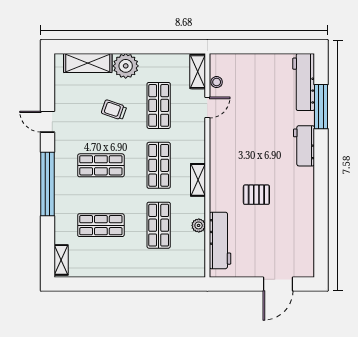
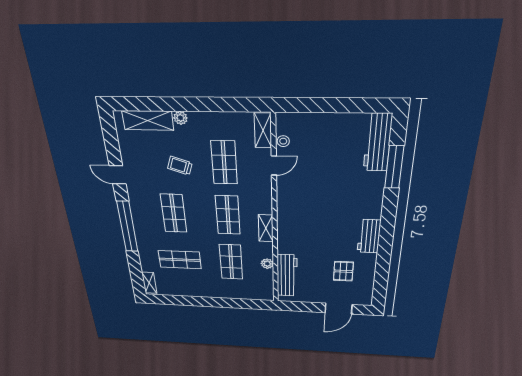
plant: (126, 66) -> (180, 118), width x0.53, depth x0.53
workbench: (304, 146) -> (369, 236), moved
shop shelf: (101, 165) -> (174, 213), turned 90
pallet: (256, 195) -> (343, 271), moved, turned 90

